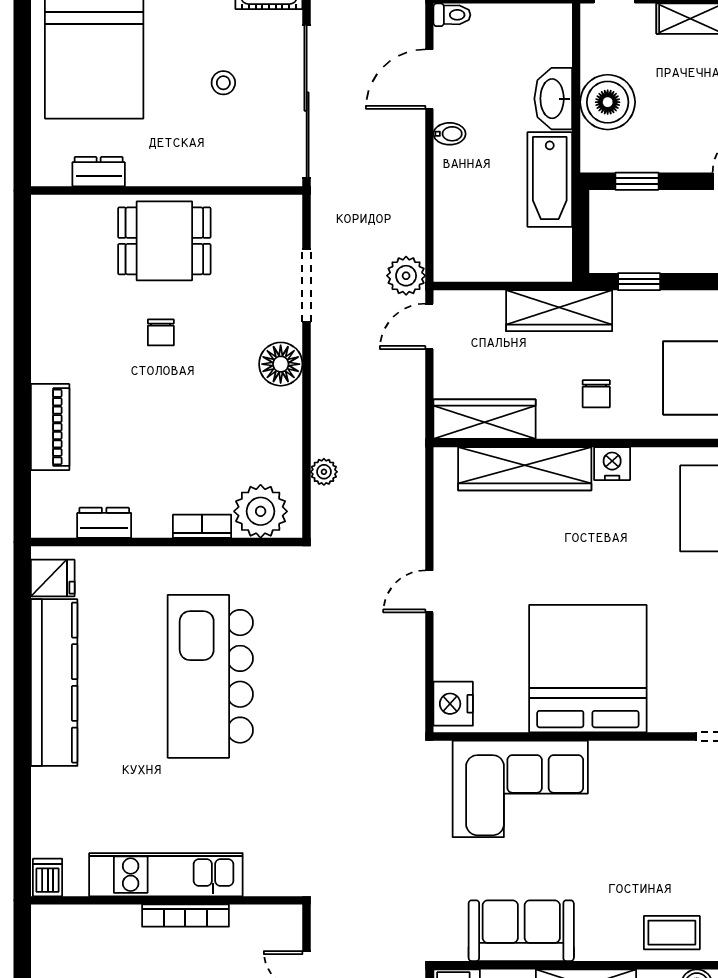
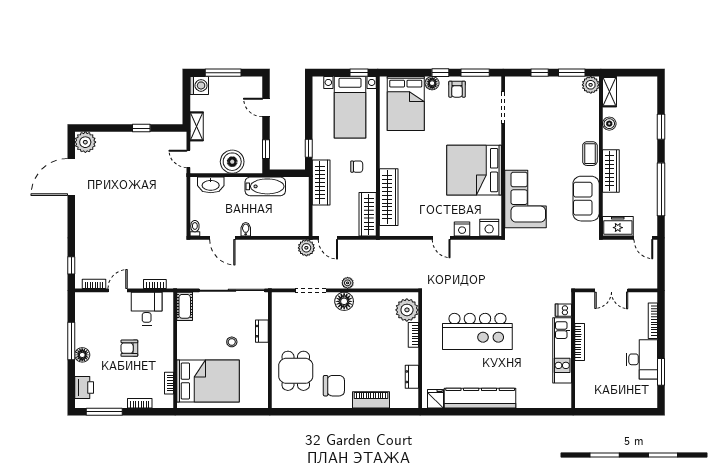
stool: (223, 83) -> (232, 342), moved
washbasin: (553, 99) -> (211, 185), moved
dresser: (99, 172) -> (262, 331), moved
dining table: (164, 241) -> (296, 371), moved
chair: (161, 332) -> (334, 386), moved, width x1.87, depth x1.87
nightstand: (612, 464) -> (462, 229), moved, turned -90
plant: (324, 472) -> (348, 283), moved
dishwasher: (48, 877) -> (563, 310), moved
coffee table: (672, 933) -> (590, 154), moved

